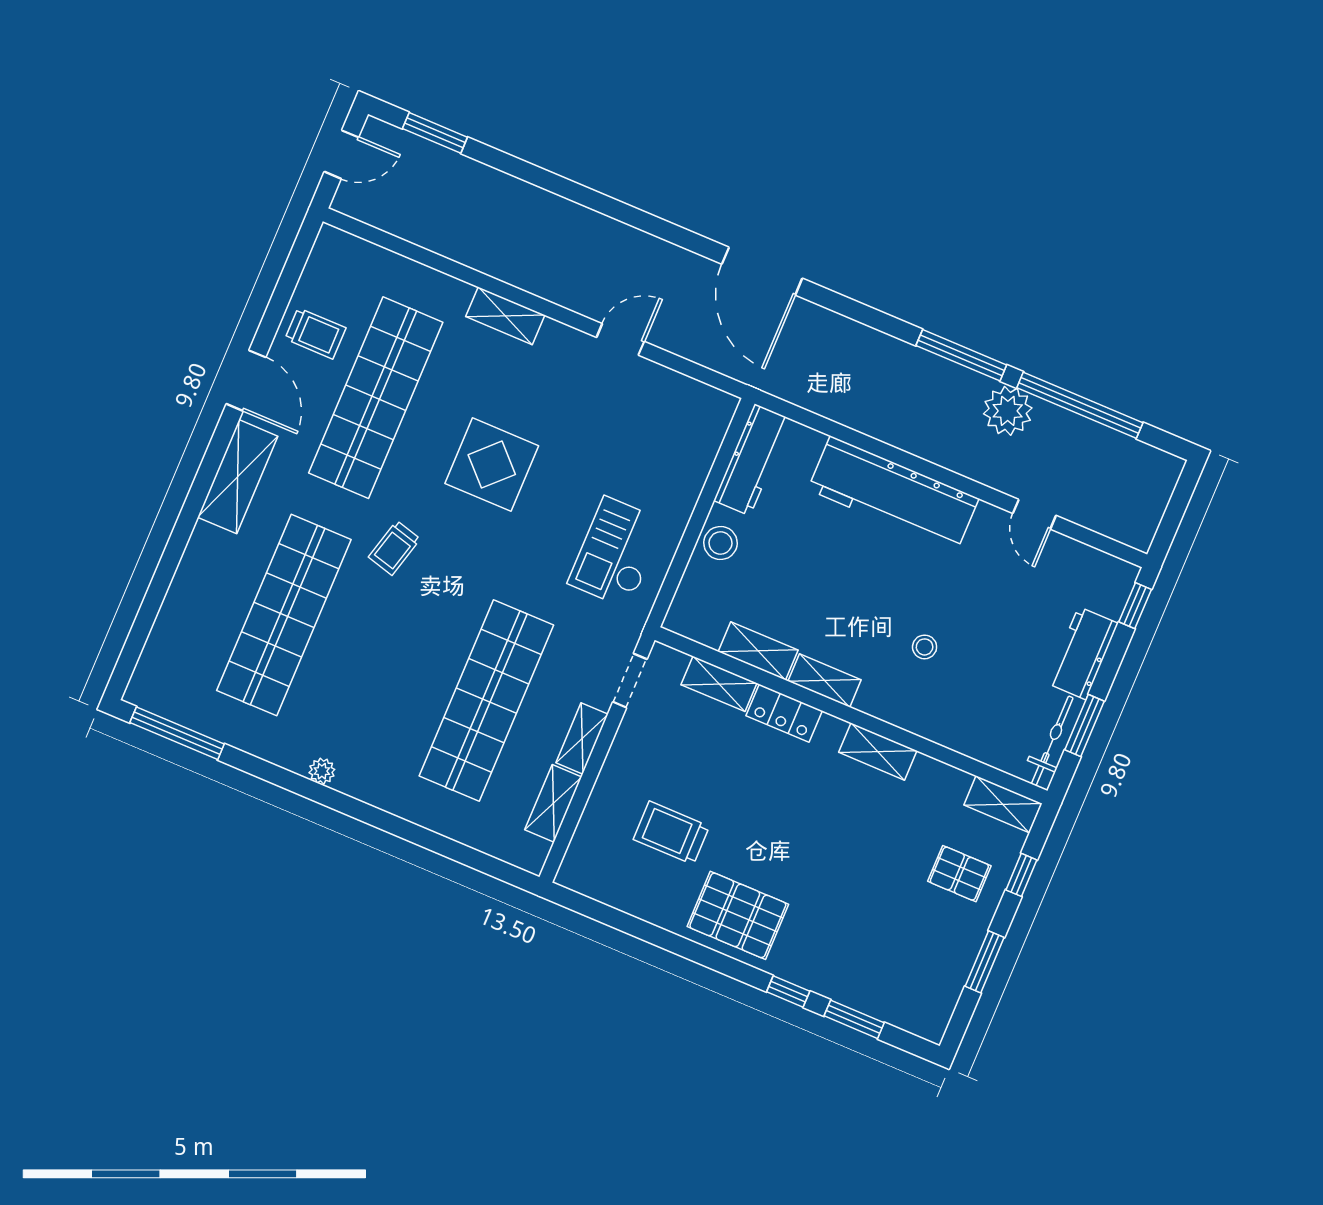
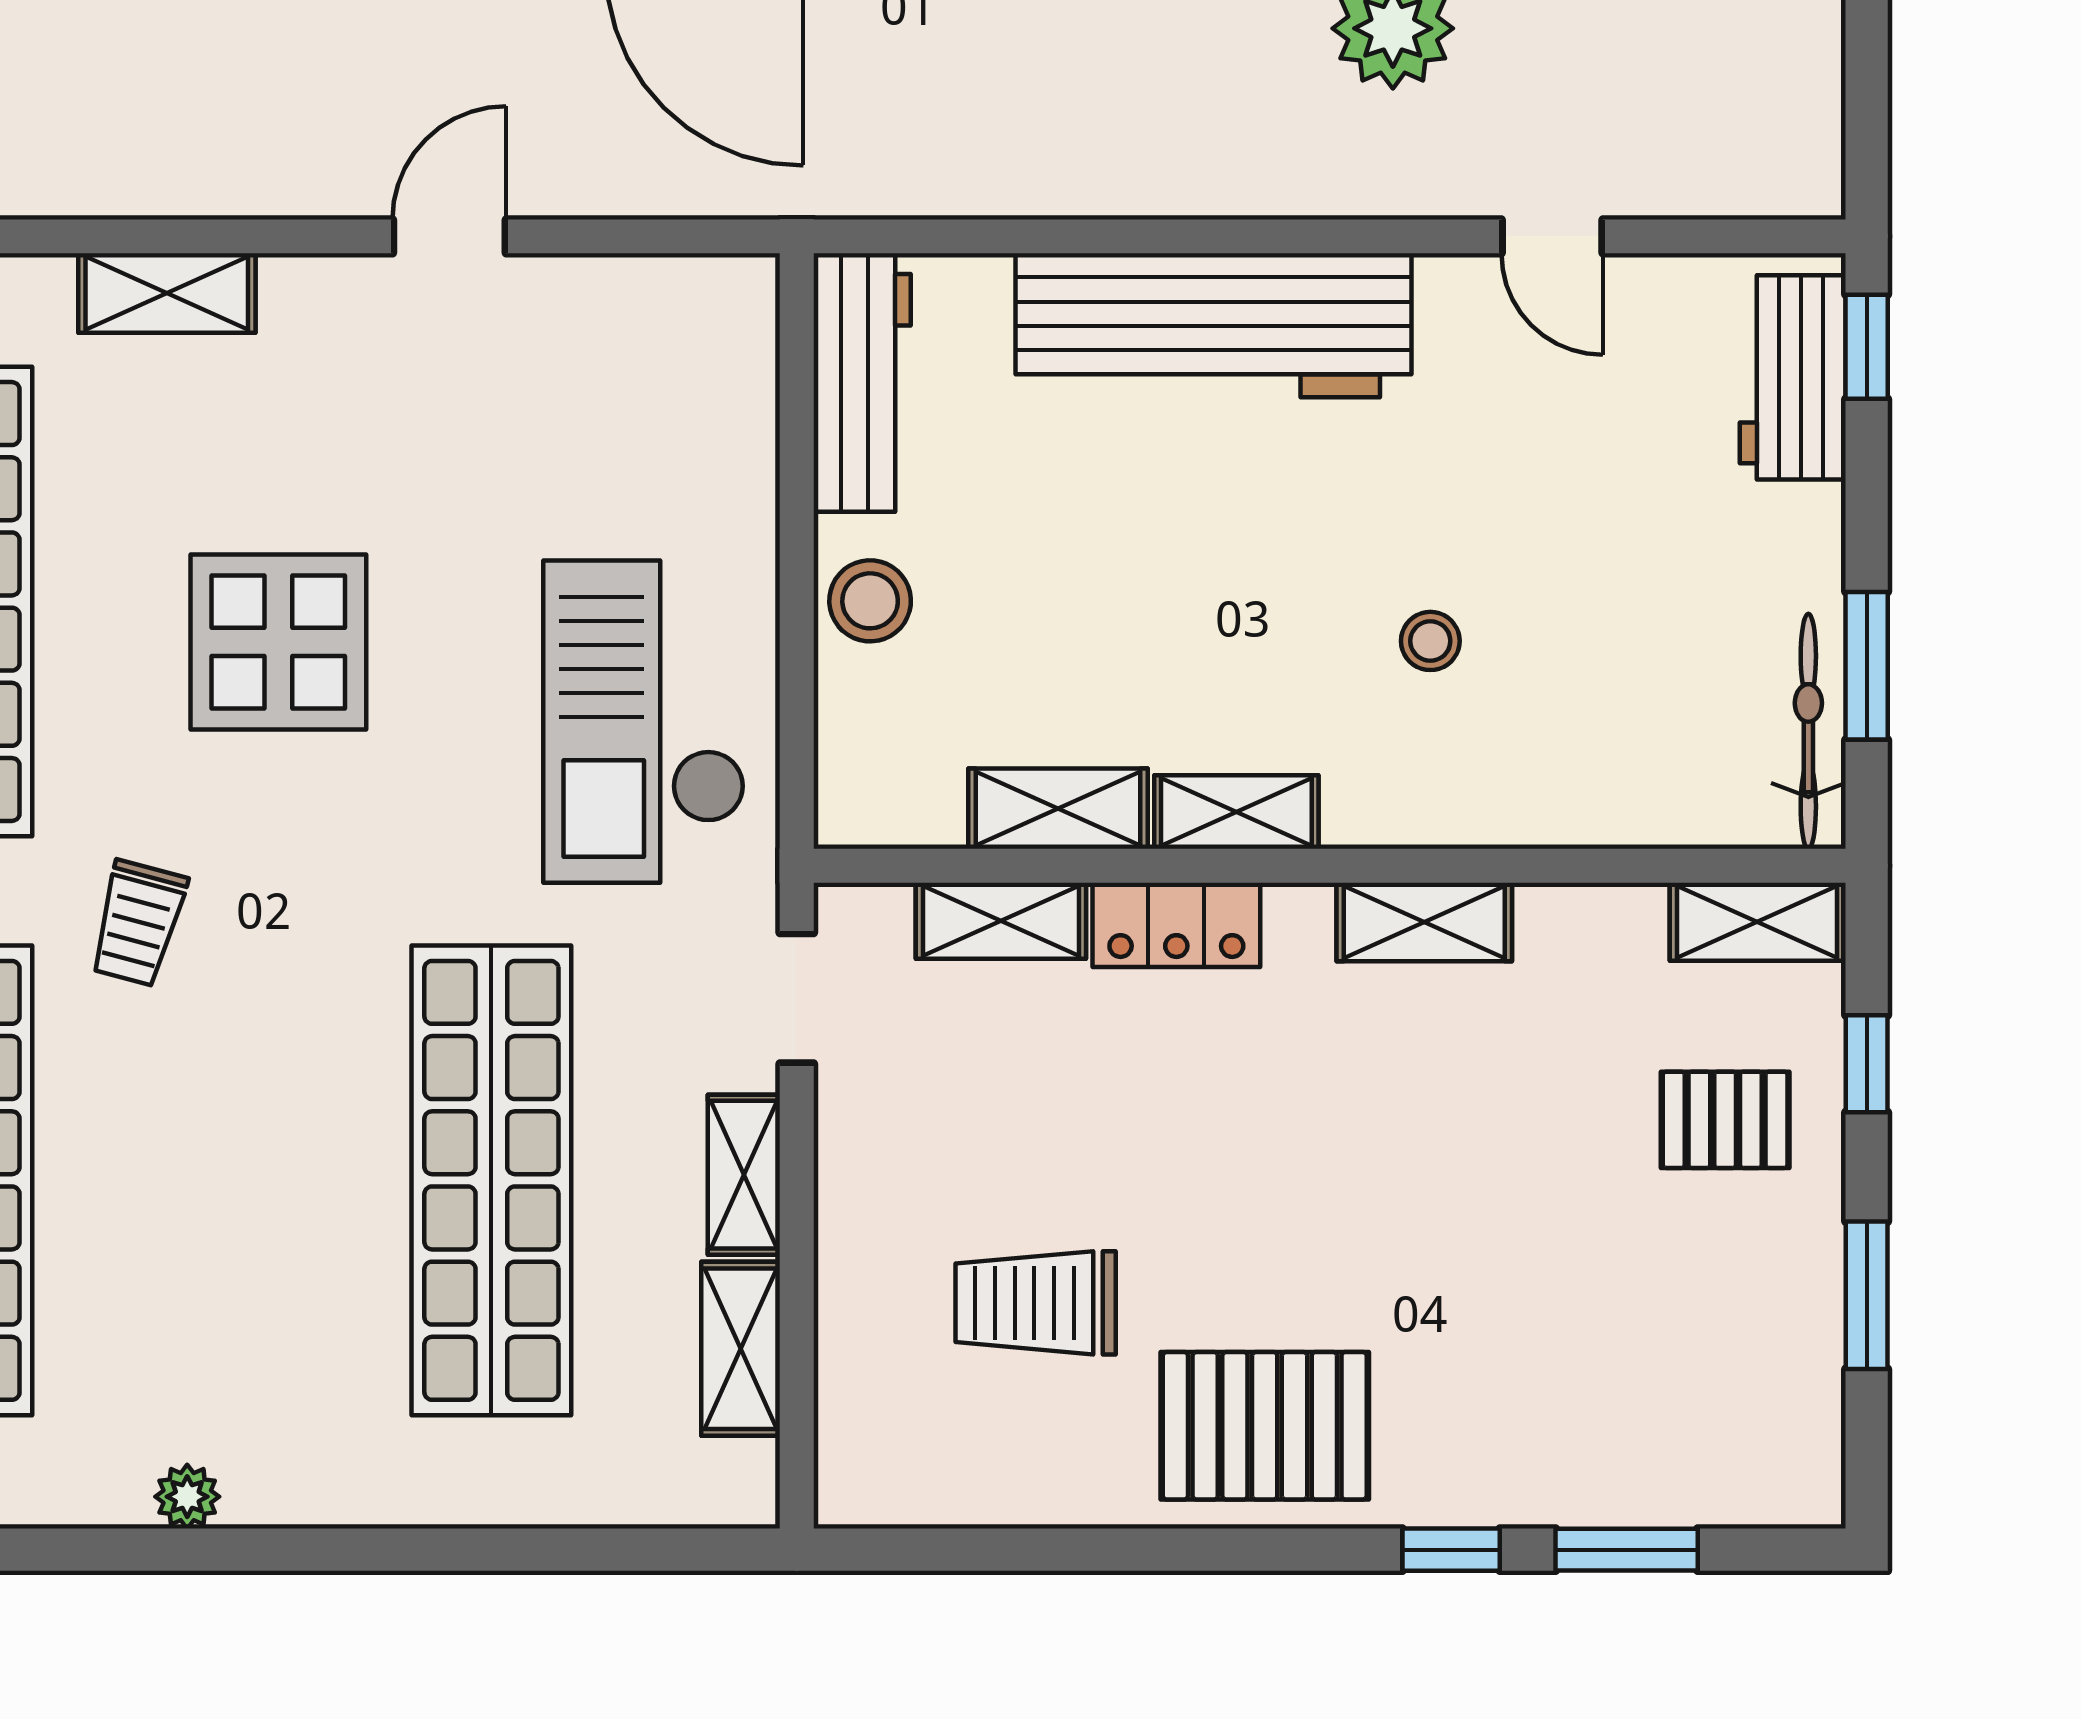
checkout: (616, 552) -> (644, 722), width x1.36, depth x1.21
workbench: (1082, 653) -> (1793, 377), moved

